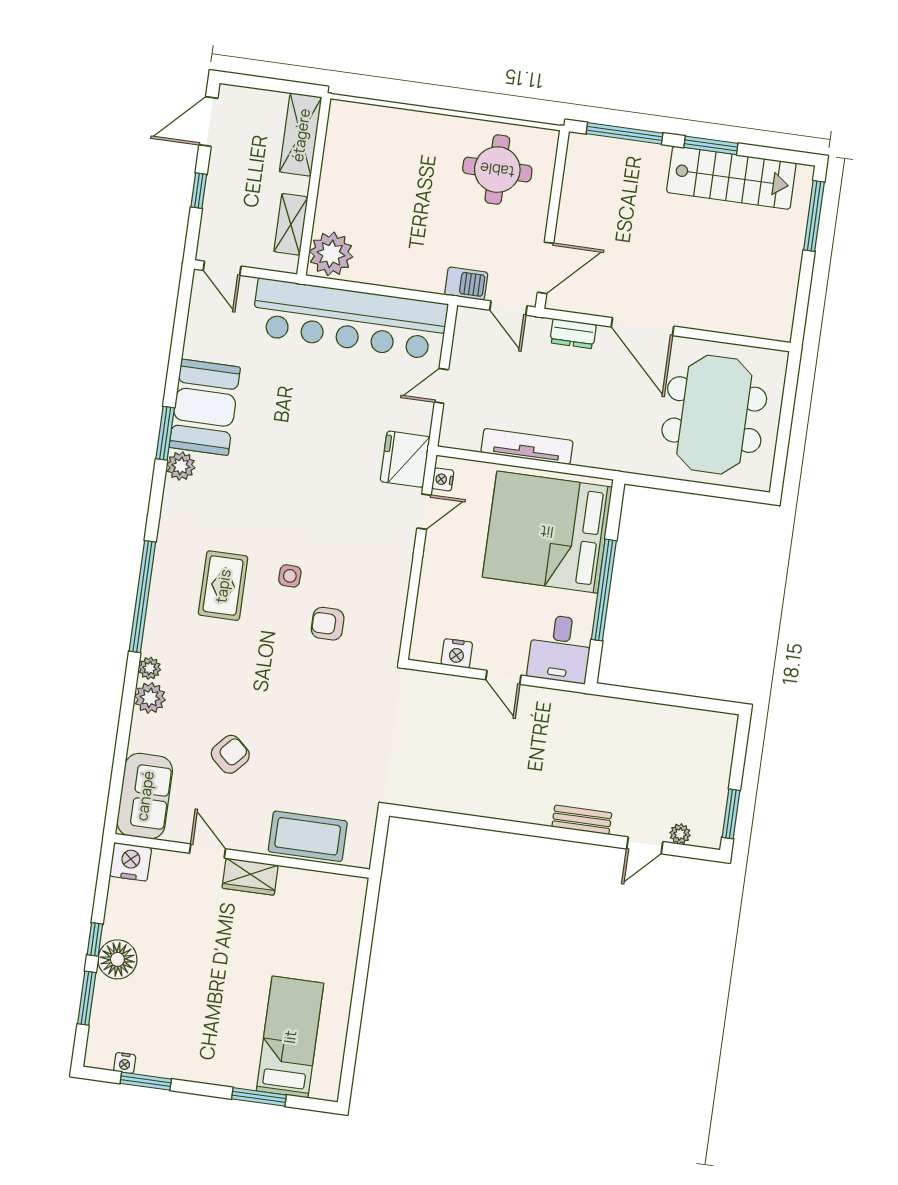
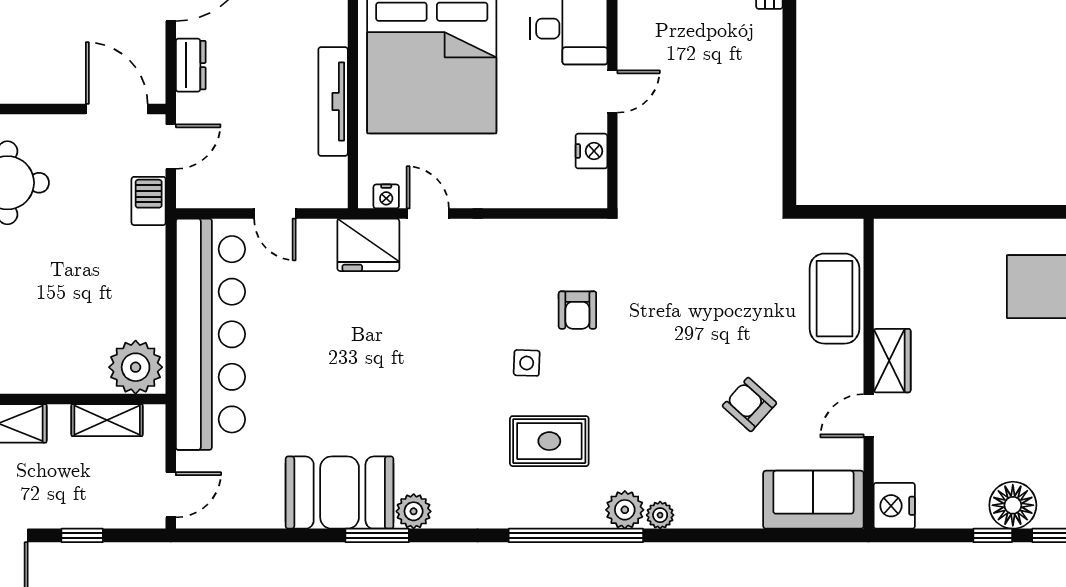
plant: (150, 698) -> (625, 510), moved

